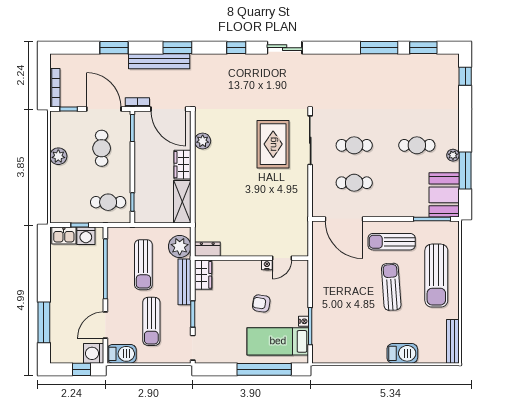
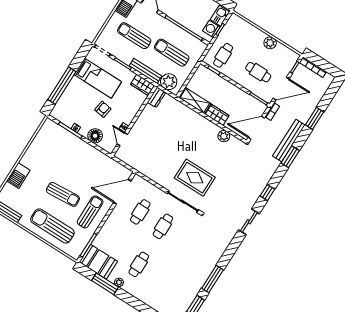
floor lamp: (298, 293) -> (95, 136), added
bed: (278, 341) -> (98, 78), moved, turned 90

